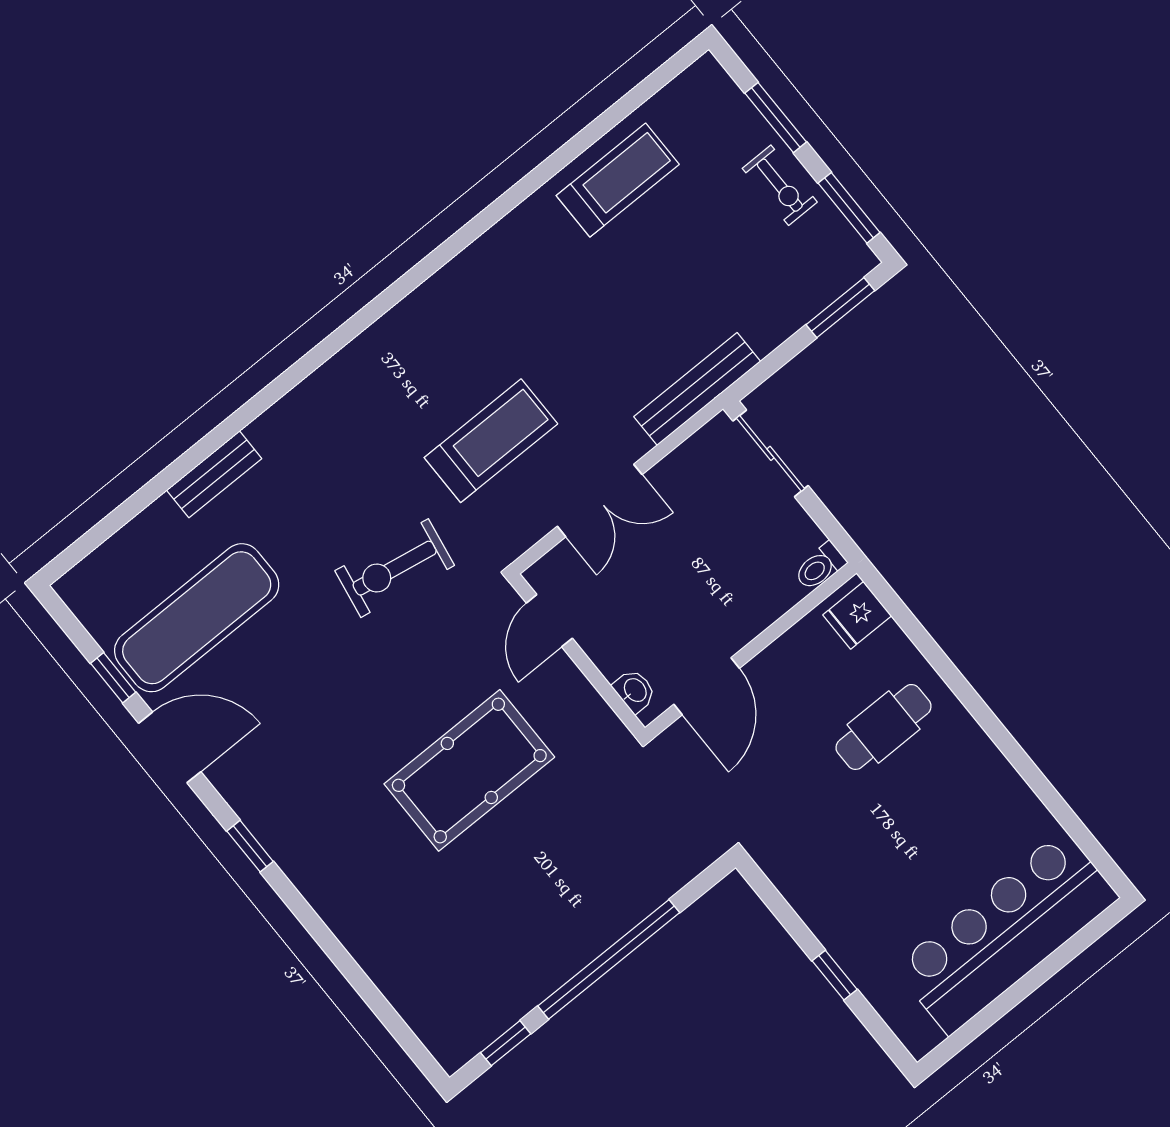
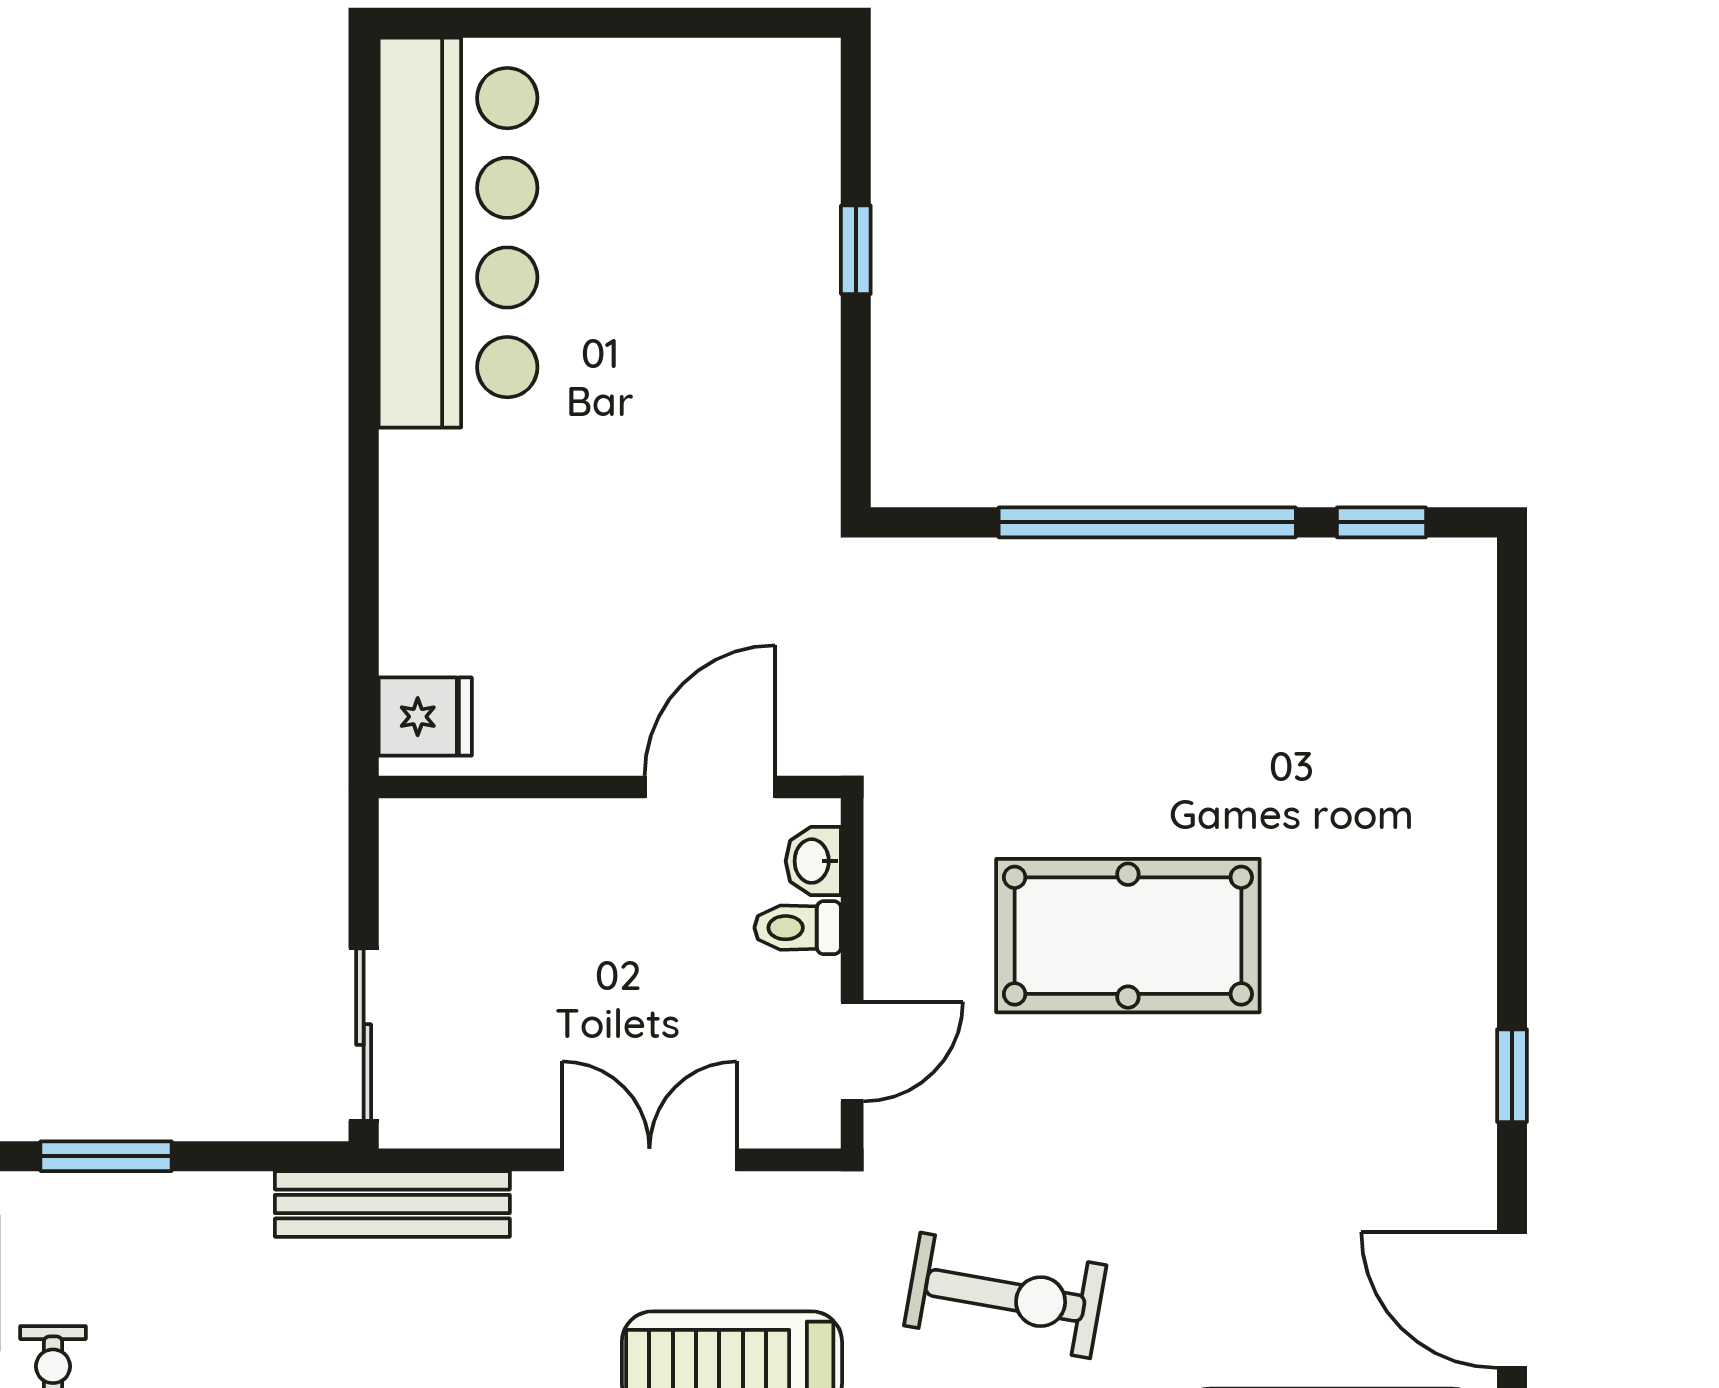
toilet: (820, 567) -> (798, 928), moved, turned 180
cafe table: (884, 727) -> (513, 535), removed
bar counter: (1006, 933) -> (458, 233), moved, turned -90

